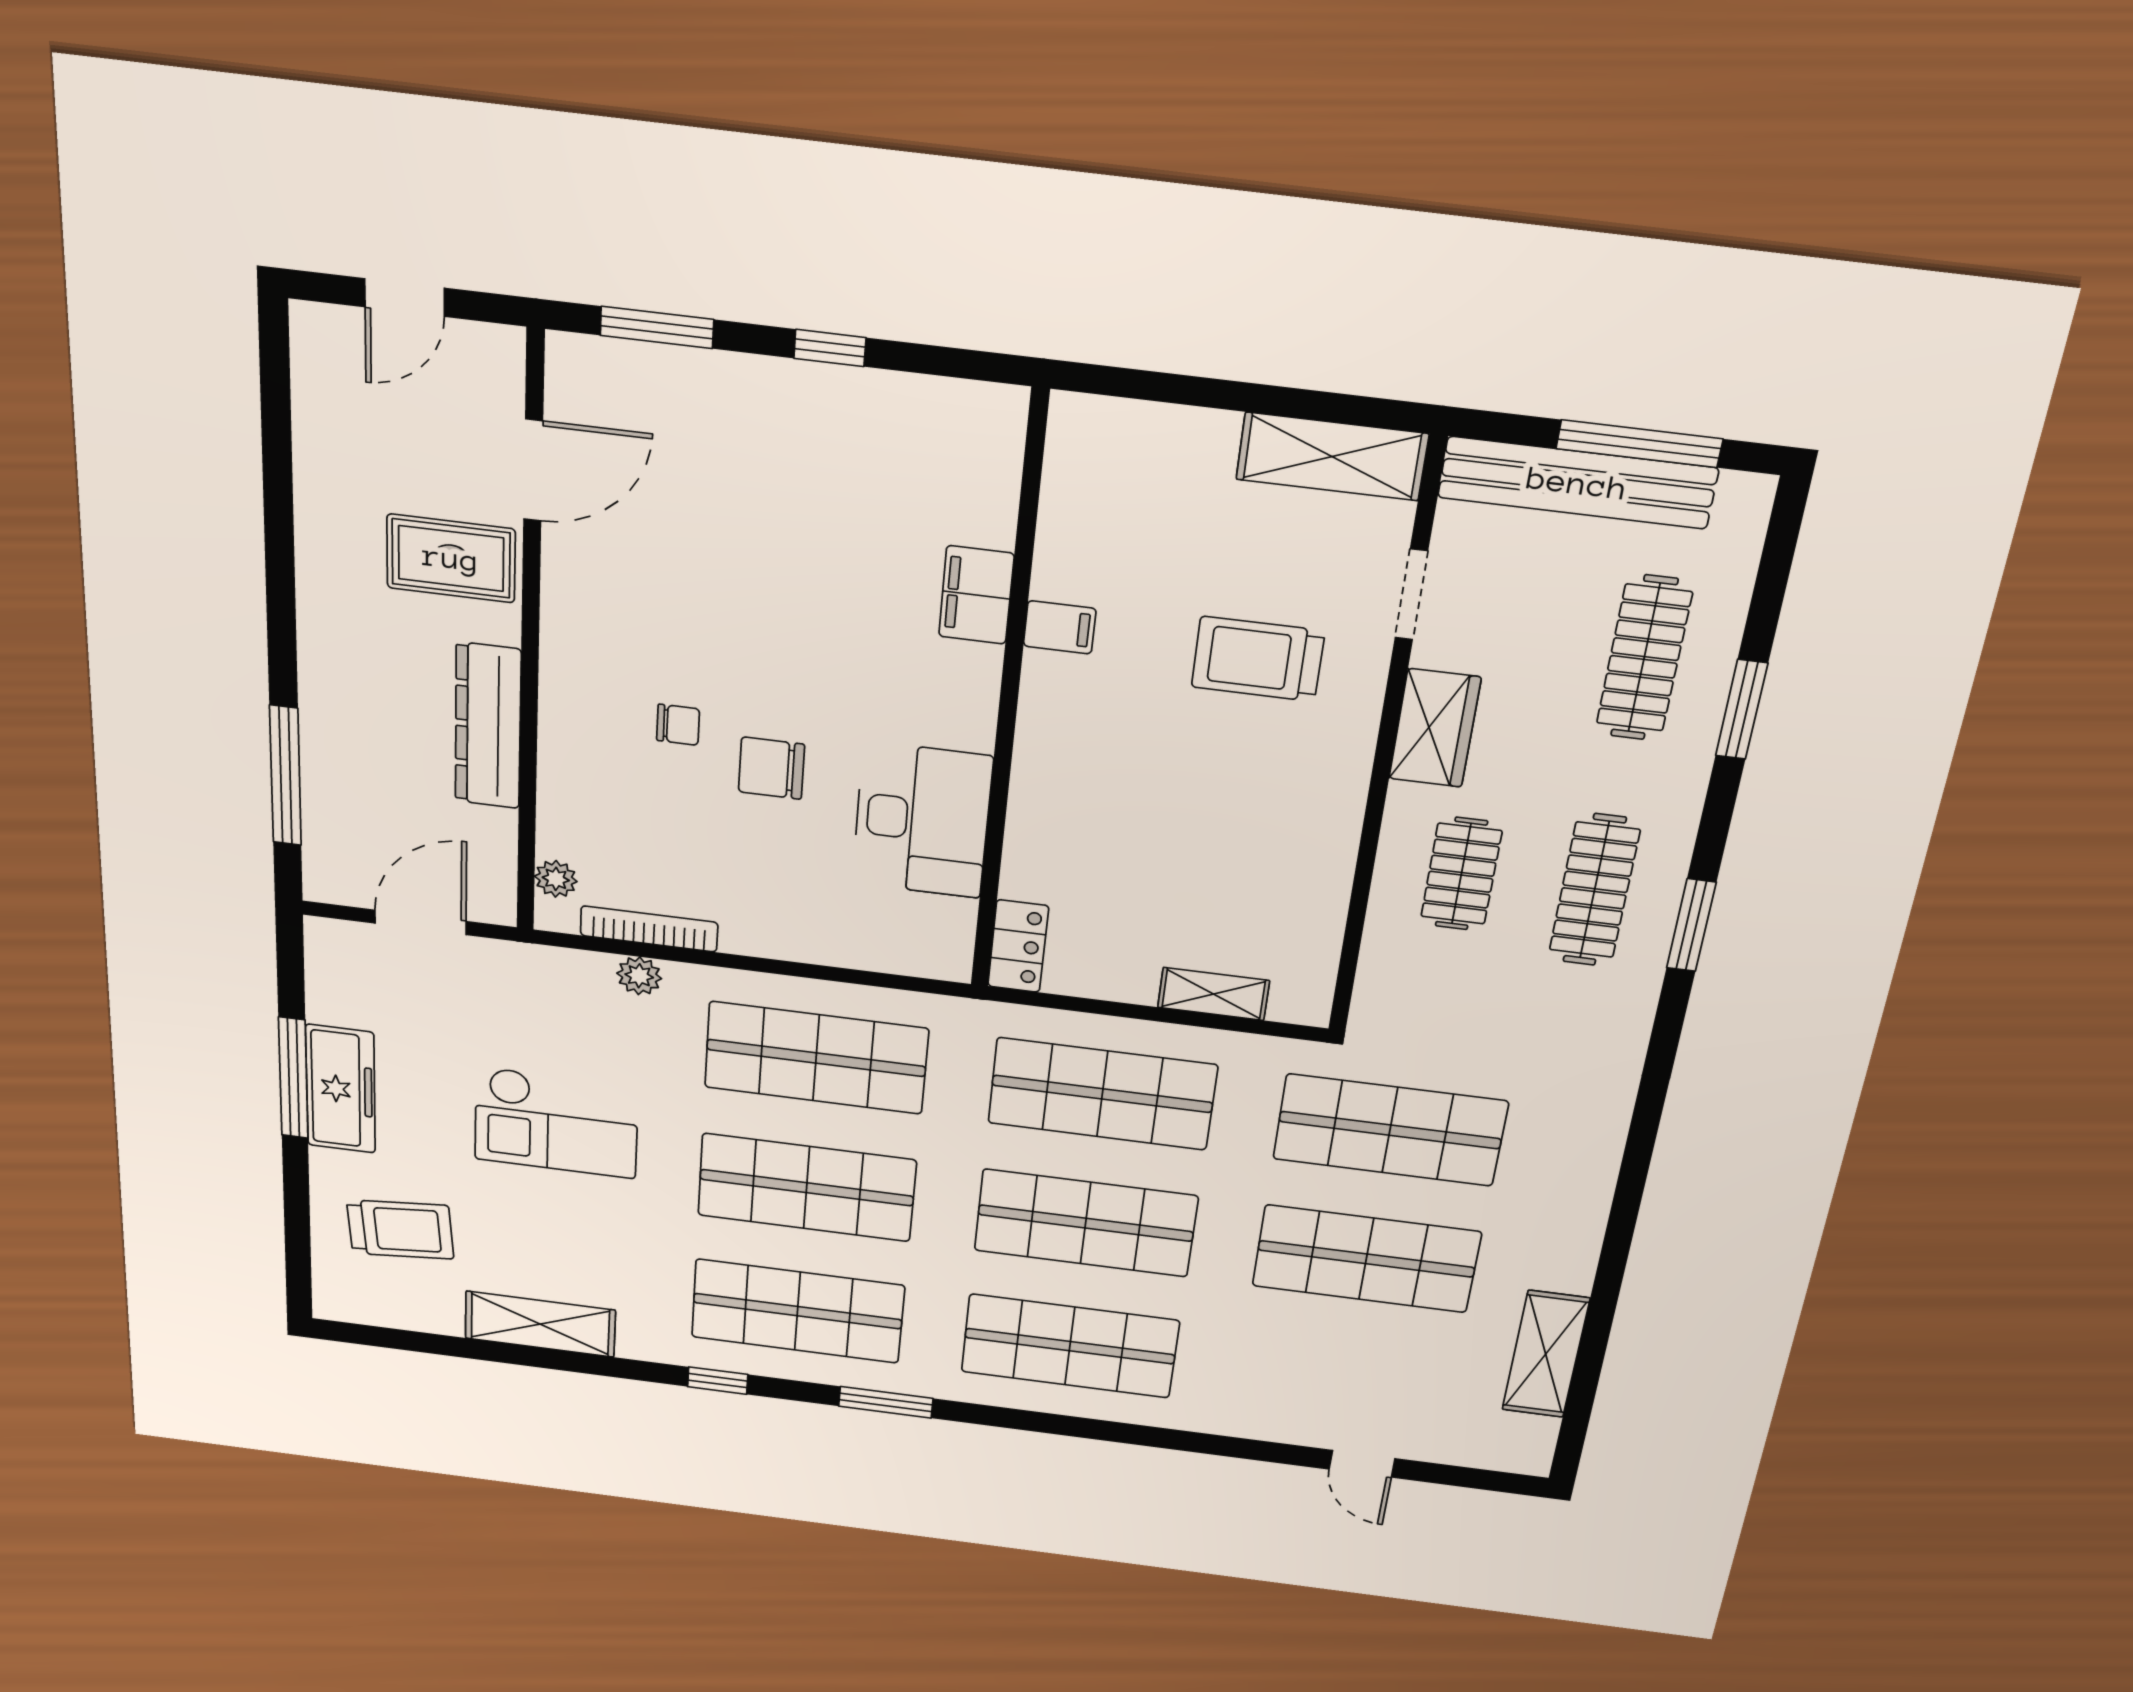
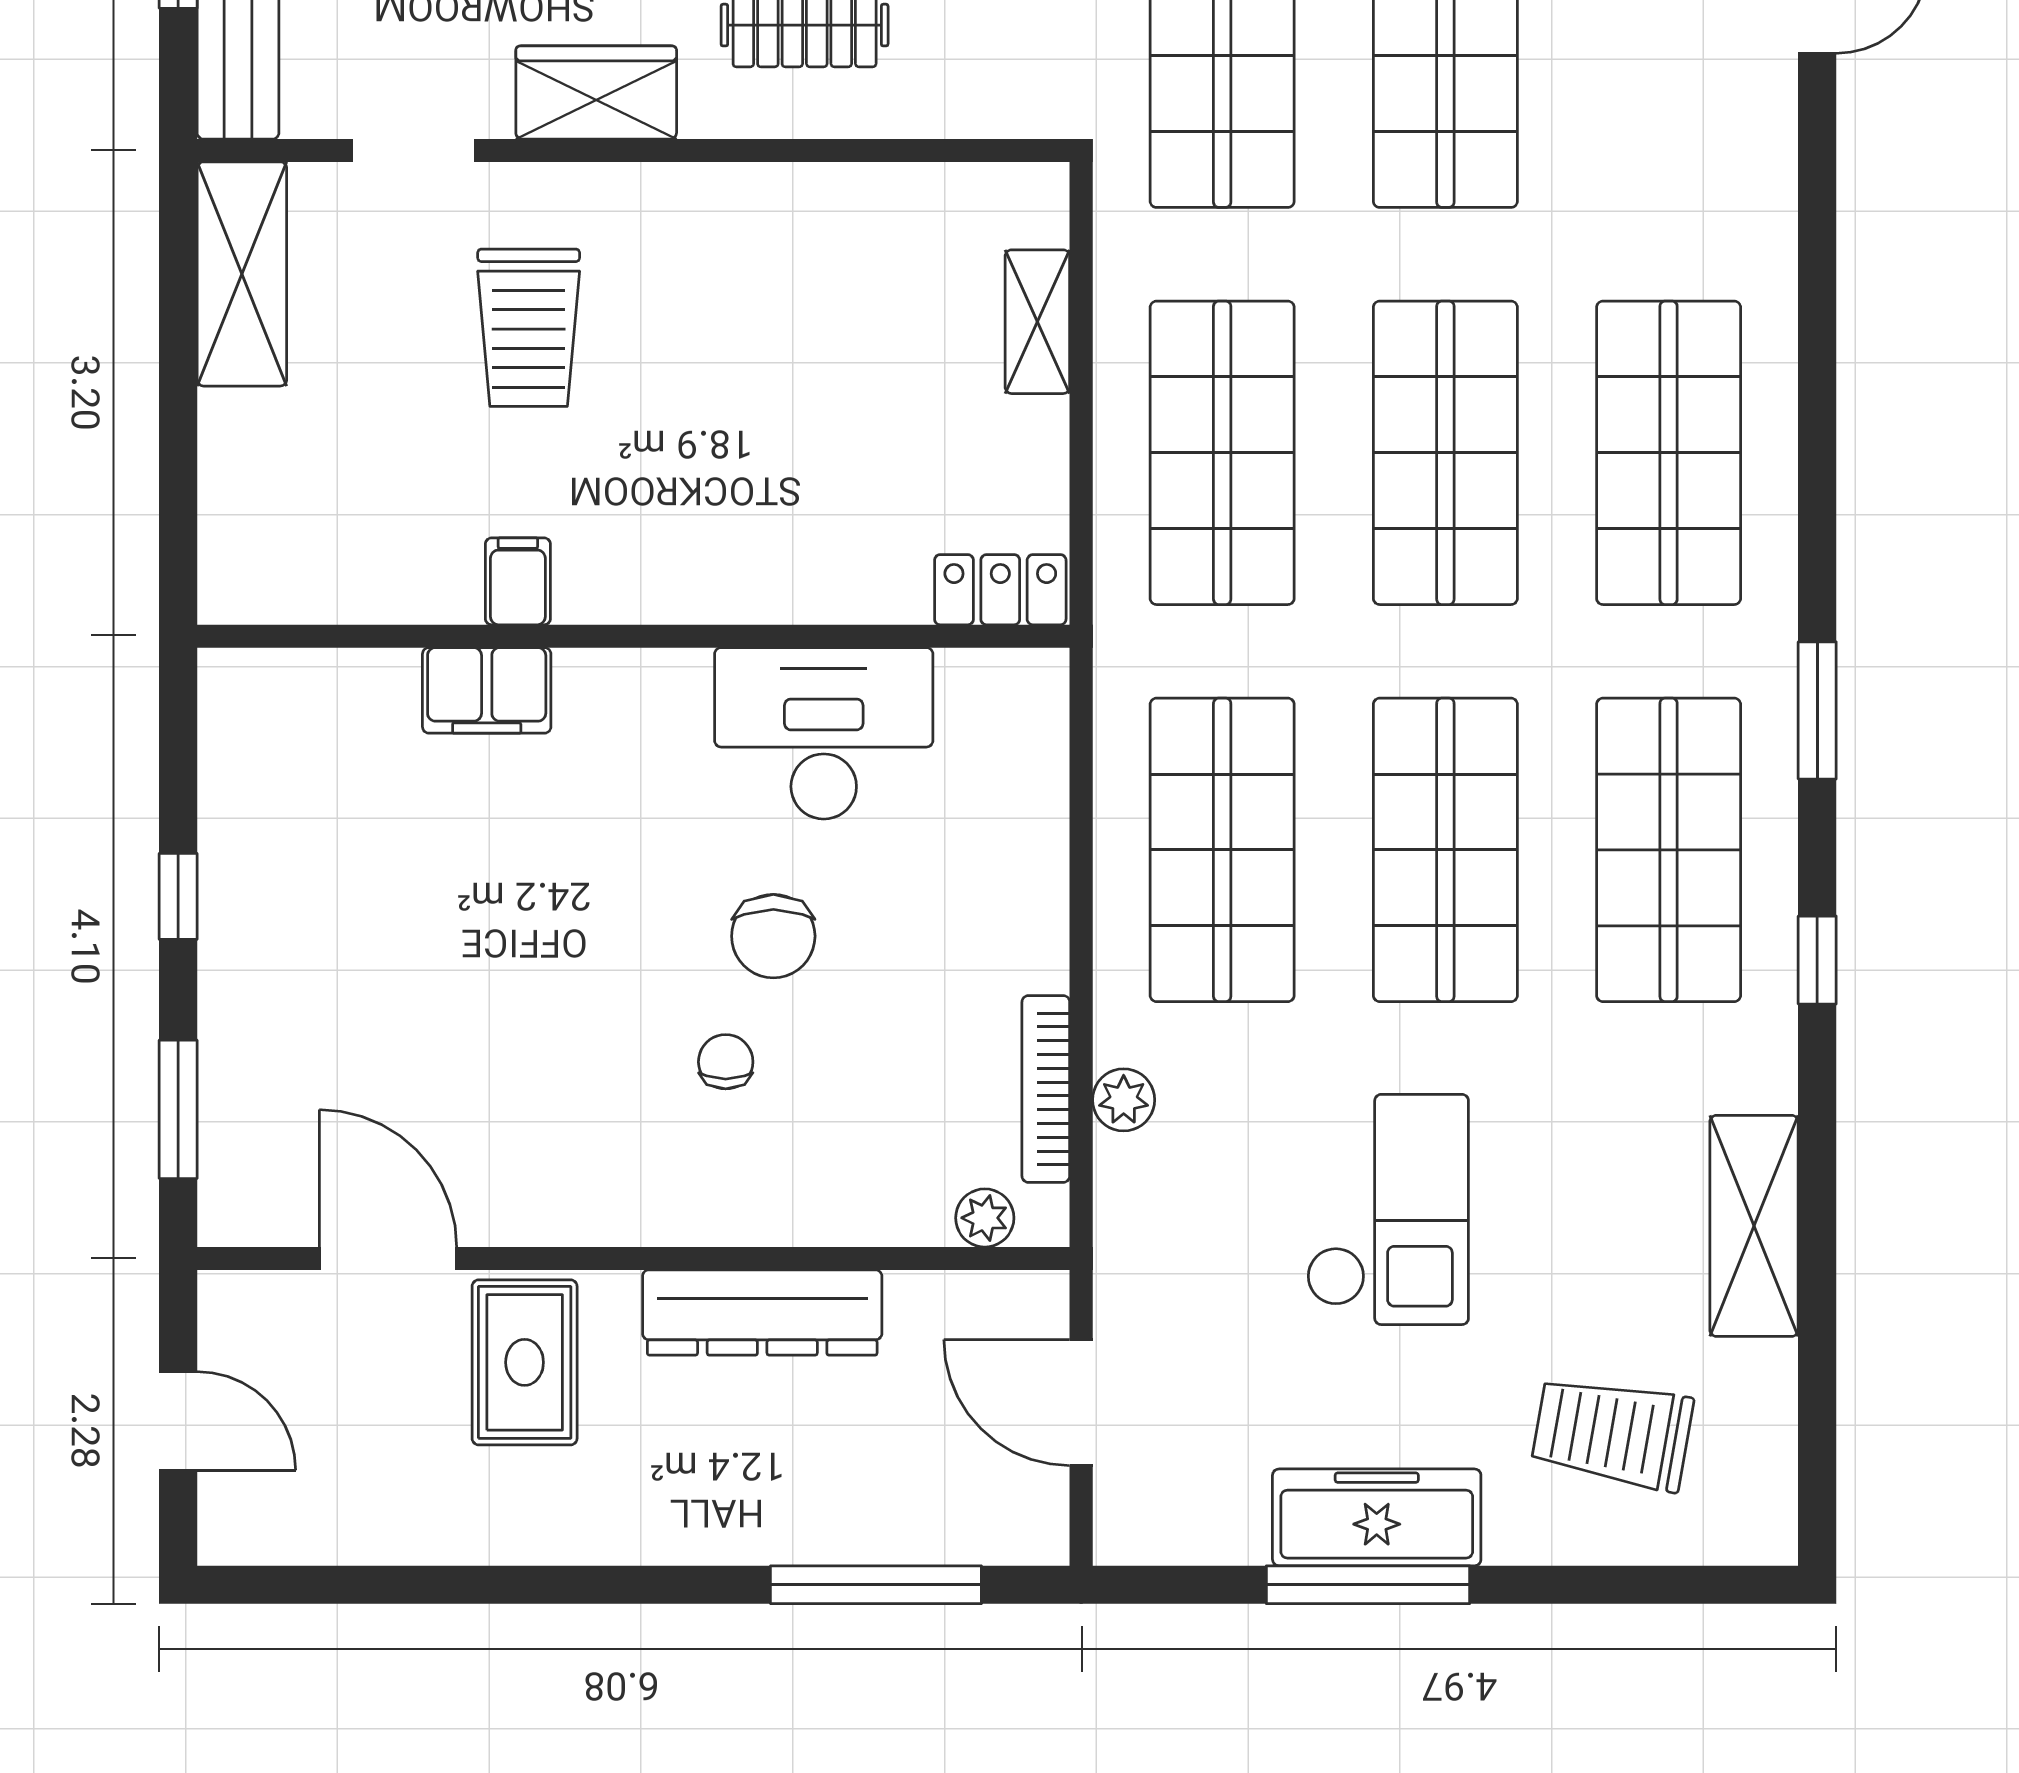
trolley: (400, 1229) -> (1612, 1433), turned -75

